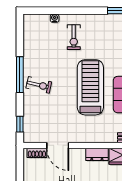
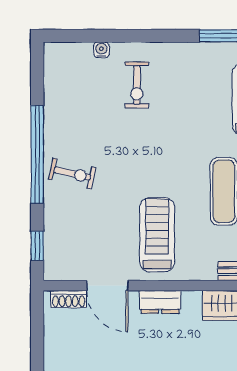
window: (20, 75) -> (37, 154), width x1.46
treadmill: (90, 87) -> (157, 235), moved, width x0.73, depth x0.73
dresser: (97, 154) -> (160, 302), moved

